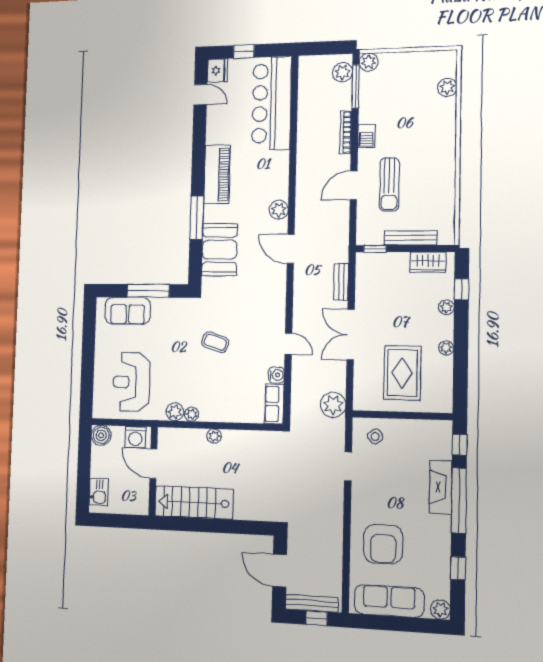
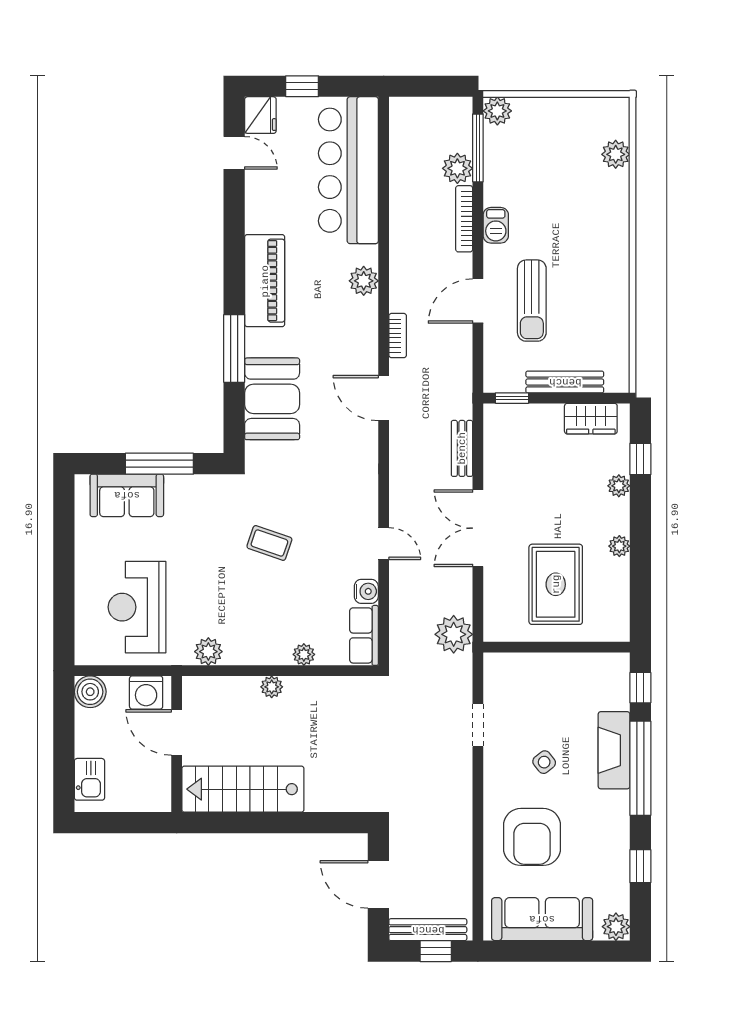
plant: (342, 72) -> (457, 168), moved
bookcase: (301, 208) -> (398, 336), added
plant: (279, 210) -> (364, 281), moved
plant: (192, 414) -> (304, 654), moved
side table: (375, 436) -> (544, 762), moved

